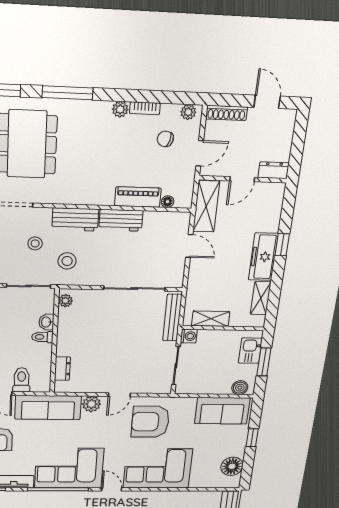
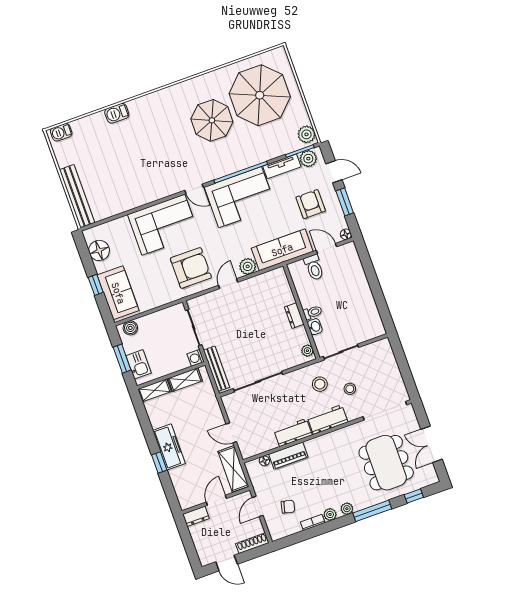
plant: (188, 112) -> (347, 509), moved
shelving: (261, 298) -> (155, 390), moved, turned 90
dresser: (62, 369) -> (294, 316), moved
sofa: (222, 411) -> (118, 293), moved, turned 90

